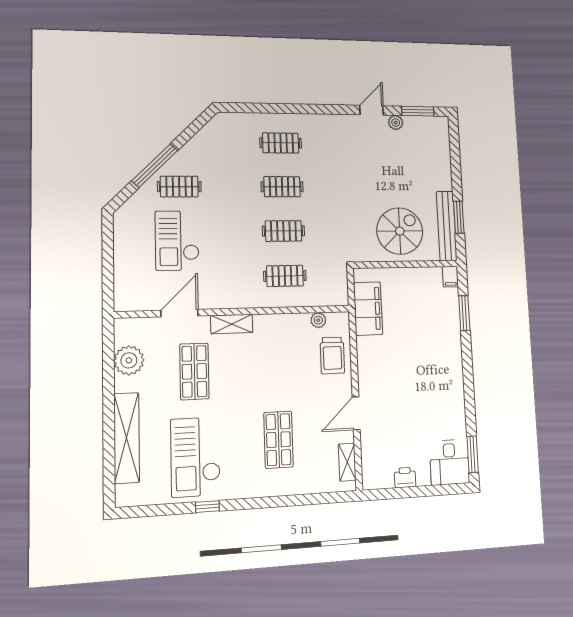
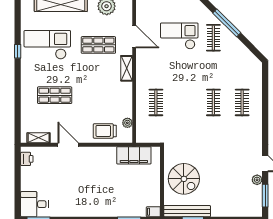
clothes rail: (283, 231) -> (185, 102), removed
printer: (405, 478) -> (27, 159), moved

